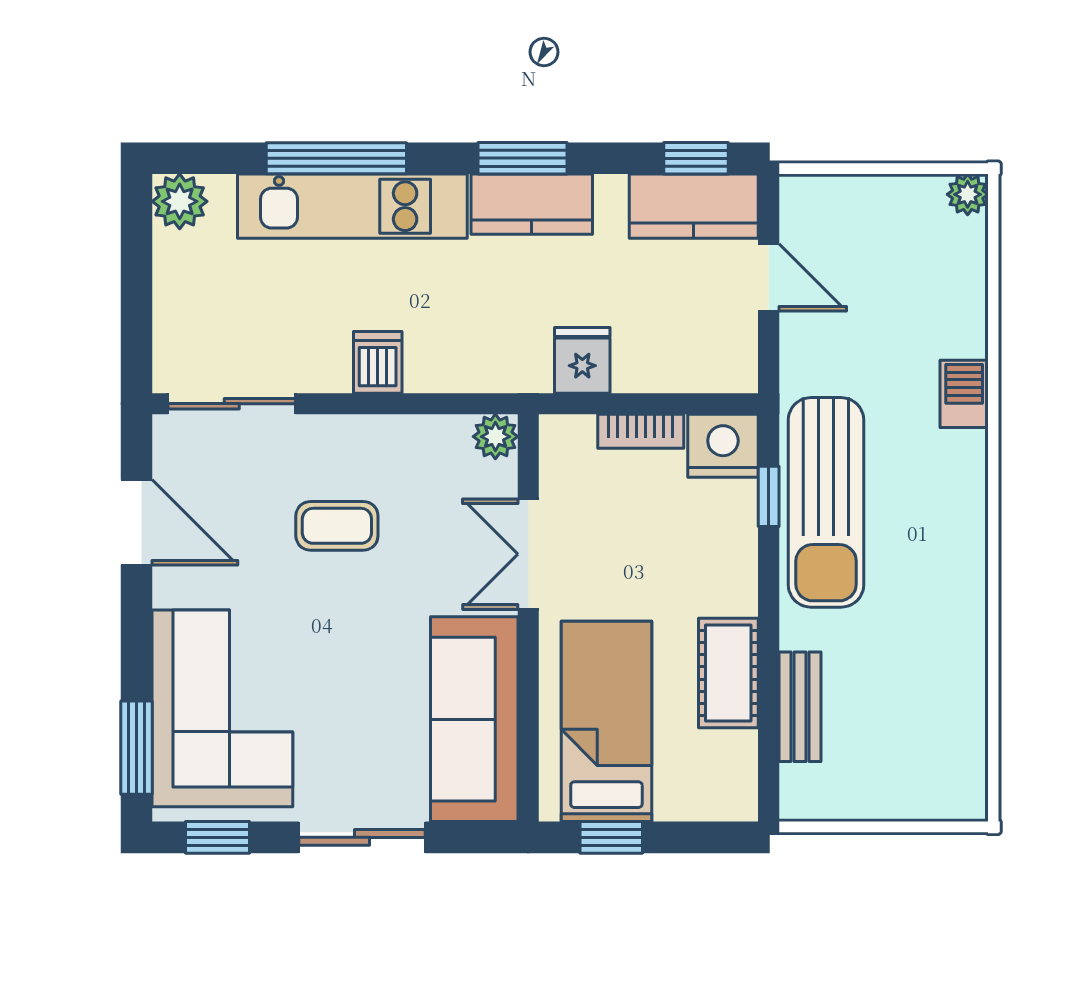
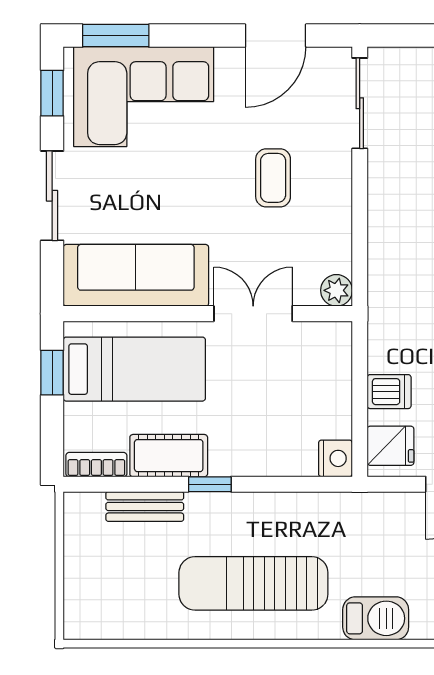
fridge: (582, 360) -> (391, 446), moved
dishwasher: (378, 362) -> (389, 392), moved
barbecue: (964, 394) -> (376, 618), width x1.38, depth x1.27
bookcase: (641, 431) -> (96, 465), moved, turned 90
nightstand: (723, 446) -> (335, 458), width x0.74, depth x0.75
window: (769, 496) -> (210, 484), moved
sun lounger: (826, 502) -> (253, 583), moved

